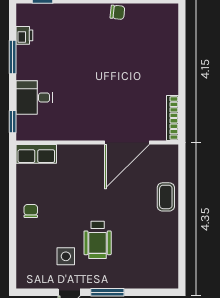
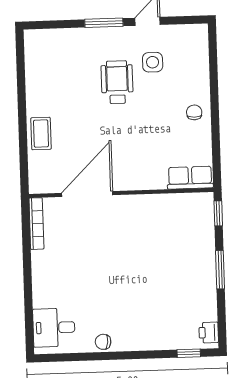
printer: (24, 35) -> (209, 332), moved
window: (13, 57) -> (220, 270), moved
desk: (34, 98) -> (54, 328), moved, turned 180
chair: (31, 211) -> (194, 112), turned 180

